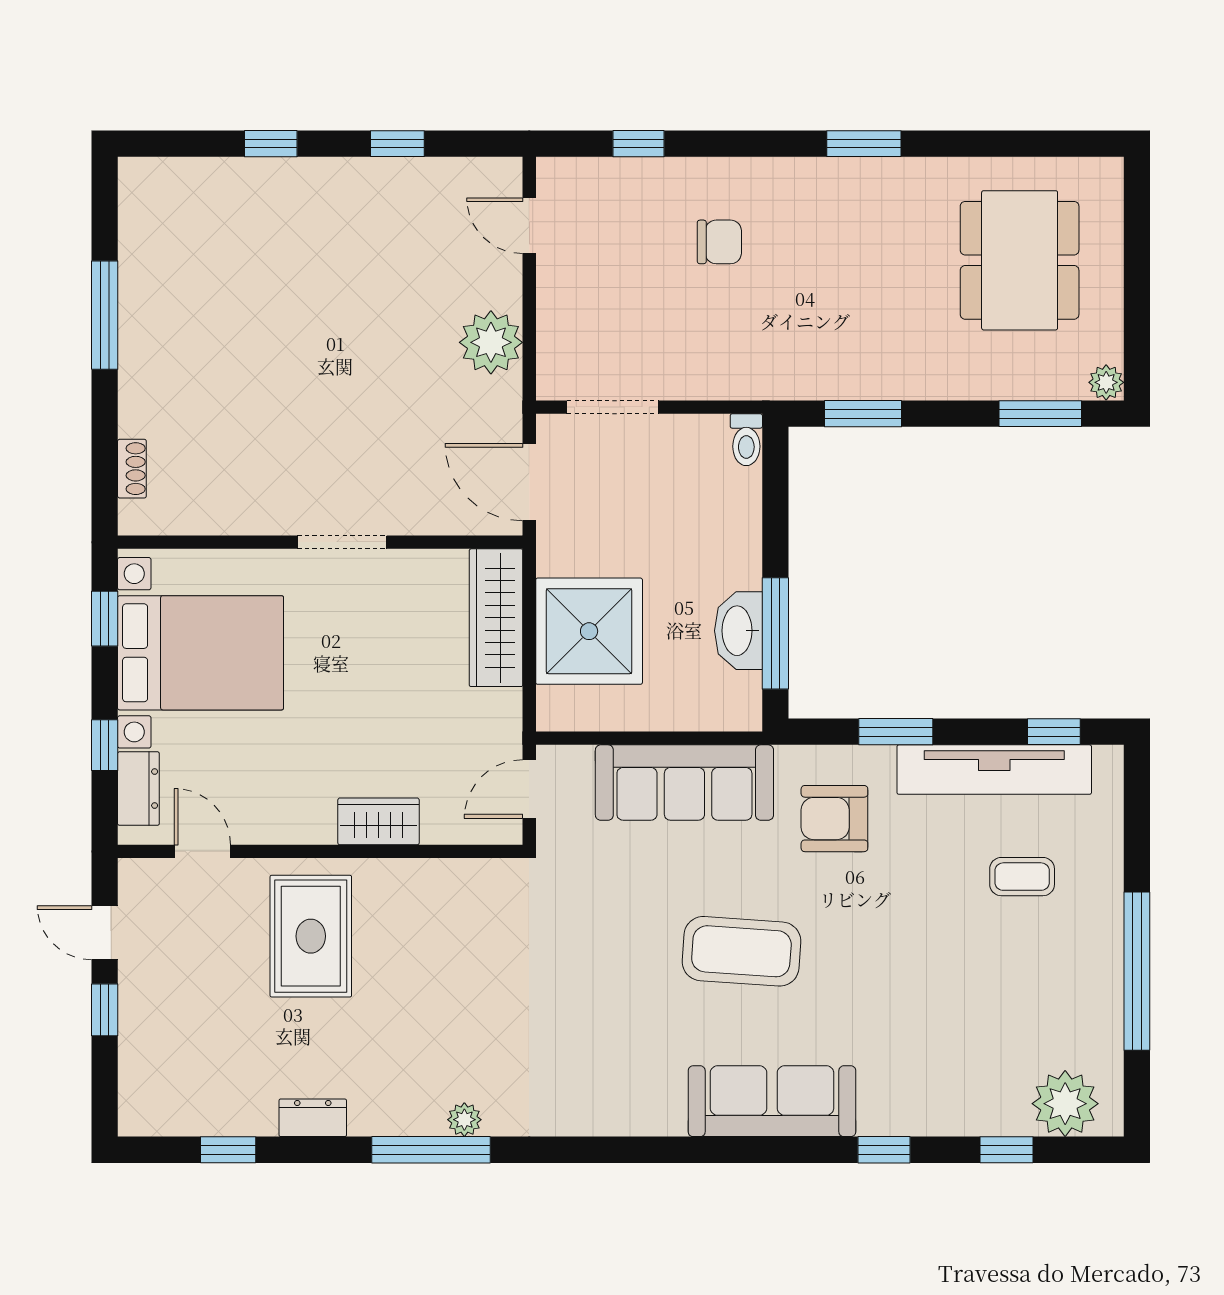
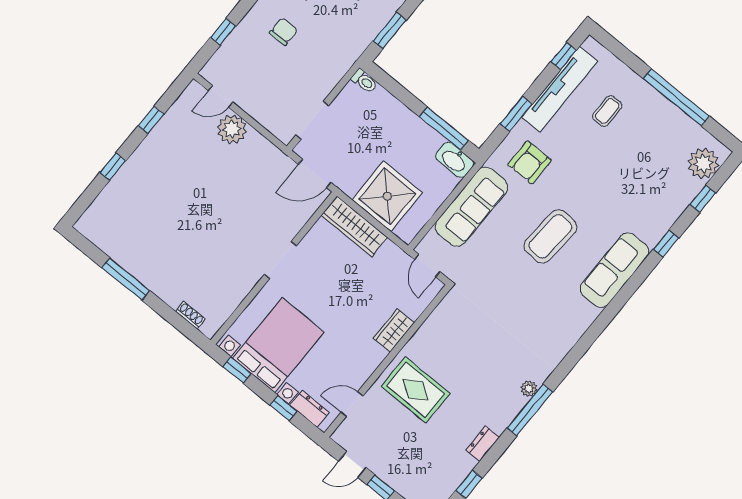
plant: (491, 342) -> (232, 129), moved
washbasin: (738, 631) -> (455, 160), moved

